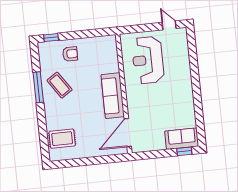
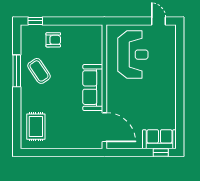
reception desk: (148, 60) -> (133, 55), turned 180
door: (128, 133) -> (104, 127), swing flipped
rug: (62, 139) -> (36, 127), turned 90

